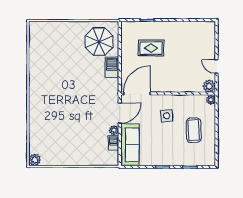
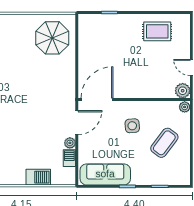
rug: (151, 48) -> (157, 31), moved
barbecue: (112, 67) -> (38, 177), moved, turned 90
coffee table: (194, 130) -> (164, 143), turned 39
sofa: (130, 145) -> (105, 174), moved, turned -90

